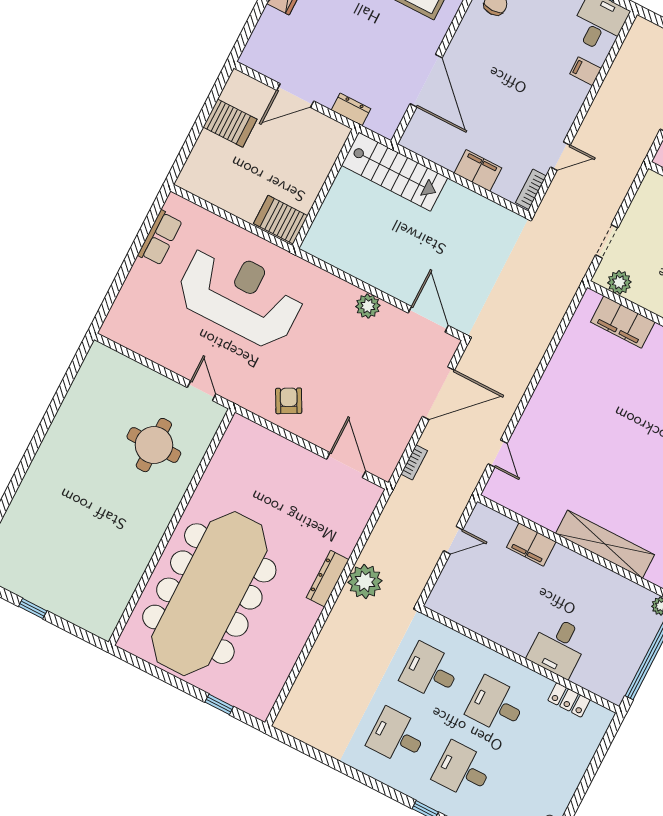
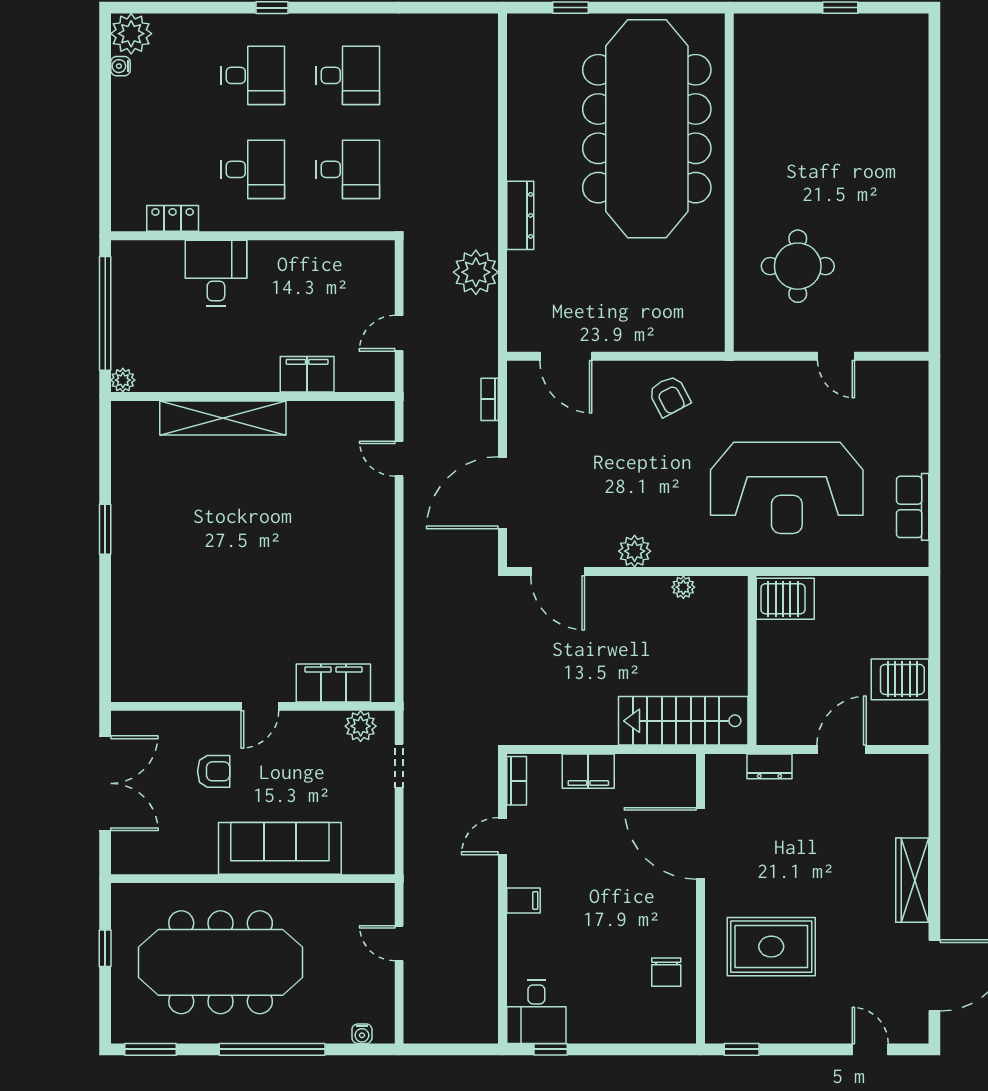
filing cabinet: (586, 71) -> (524, 901), moved
plant: (347, 264) -> (683, 587), added
door: (202, 391) -> (836, 356), moved
plant: (365, 582) -> (476, 272), moved

